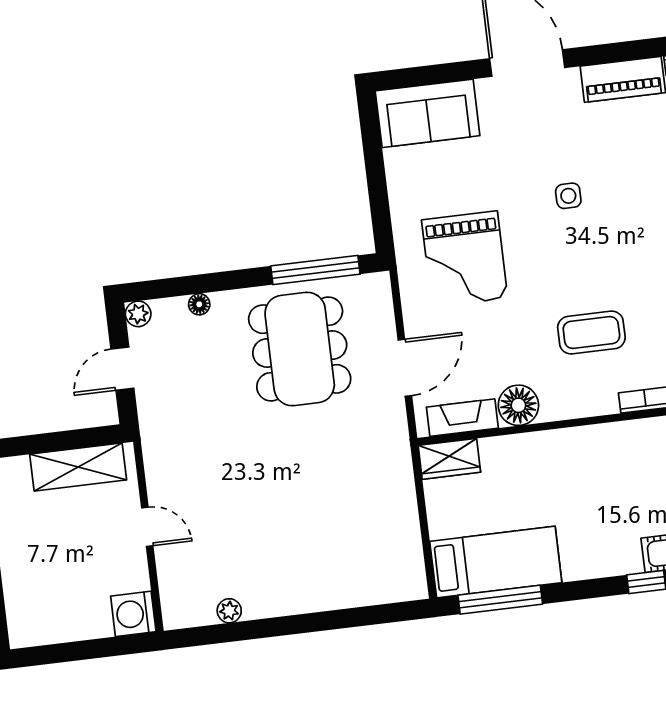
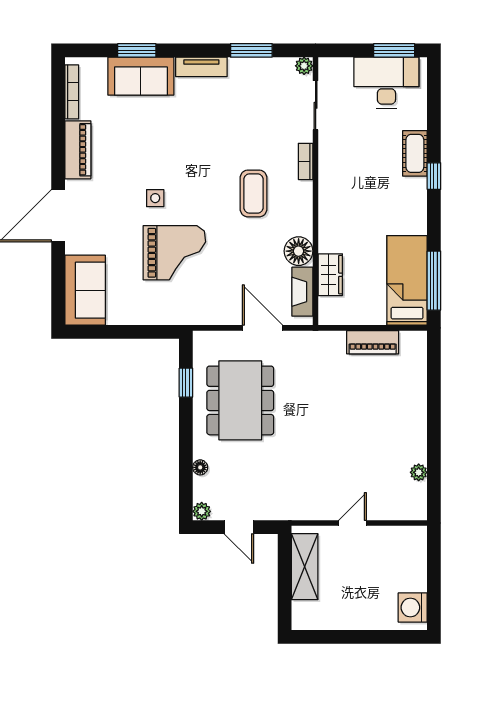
grand piano: (465, 259) -> (174, 253), moved
window: (315, 270) -> (186, 383), width x0.46
dining table: (300, 349) -> (240, 400), turned 90
wardrobe: (449, 459) -> (330, 275), moved
piano: (403, 524) -> (373, 342), added
washing machine: (133, 614) -> (413, 608), moved, turned 90

